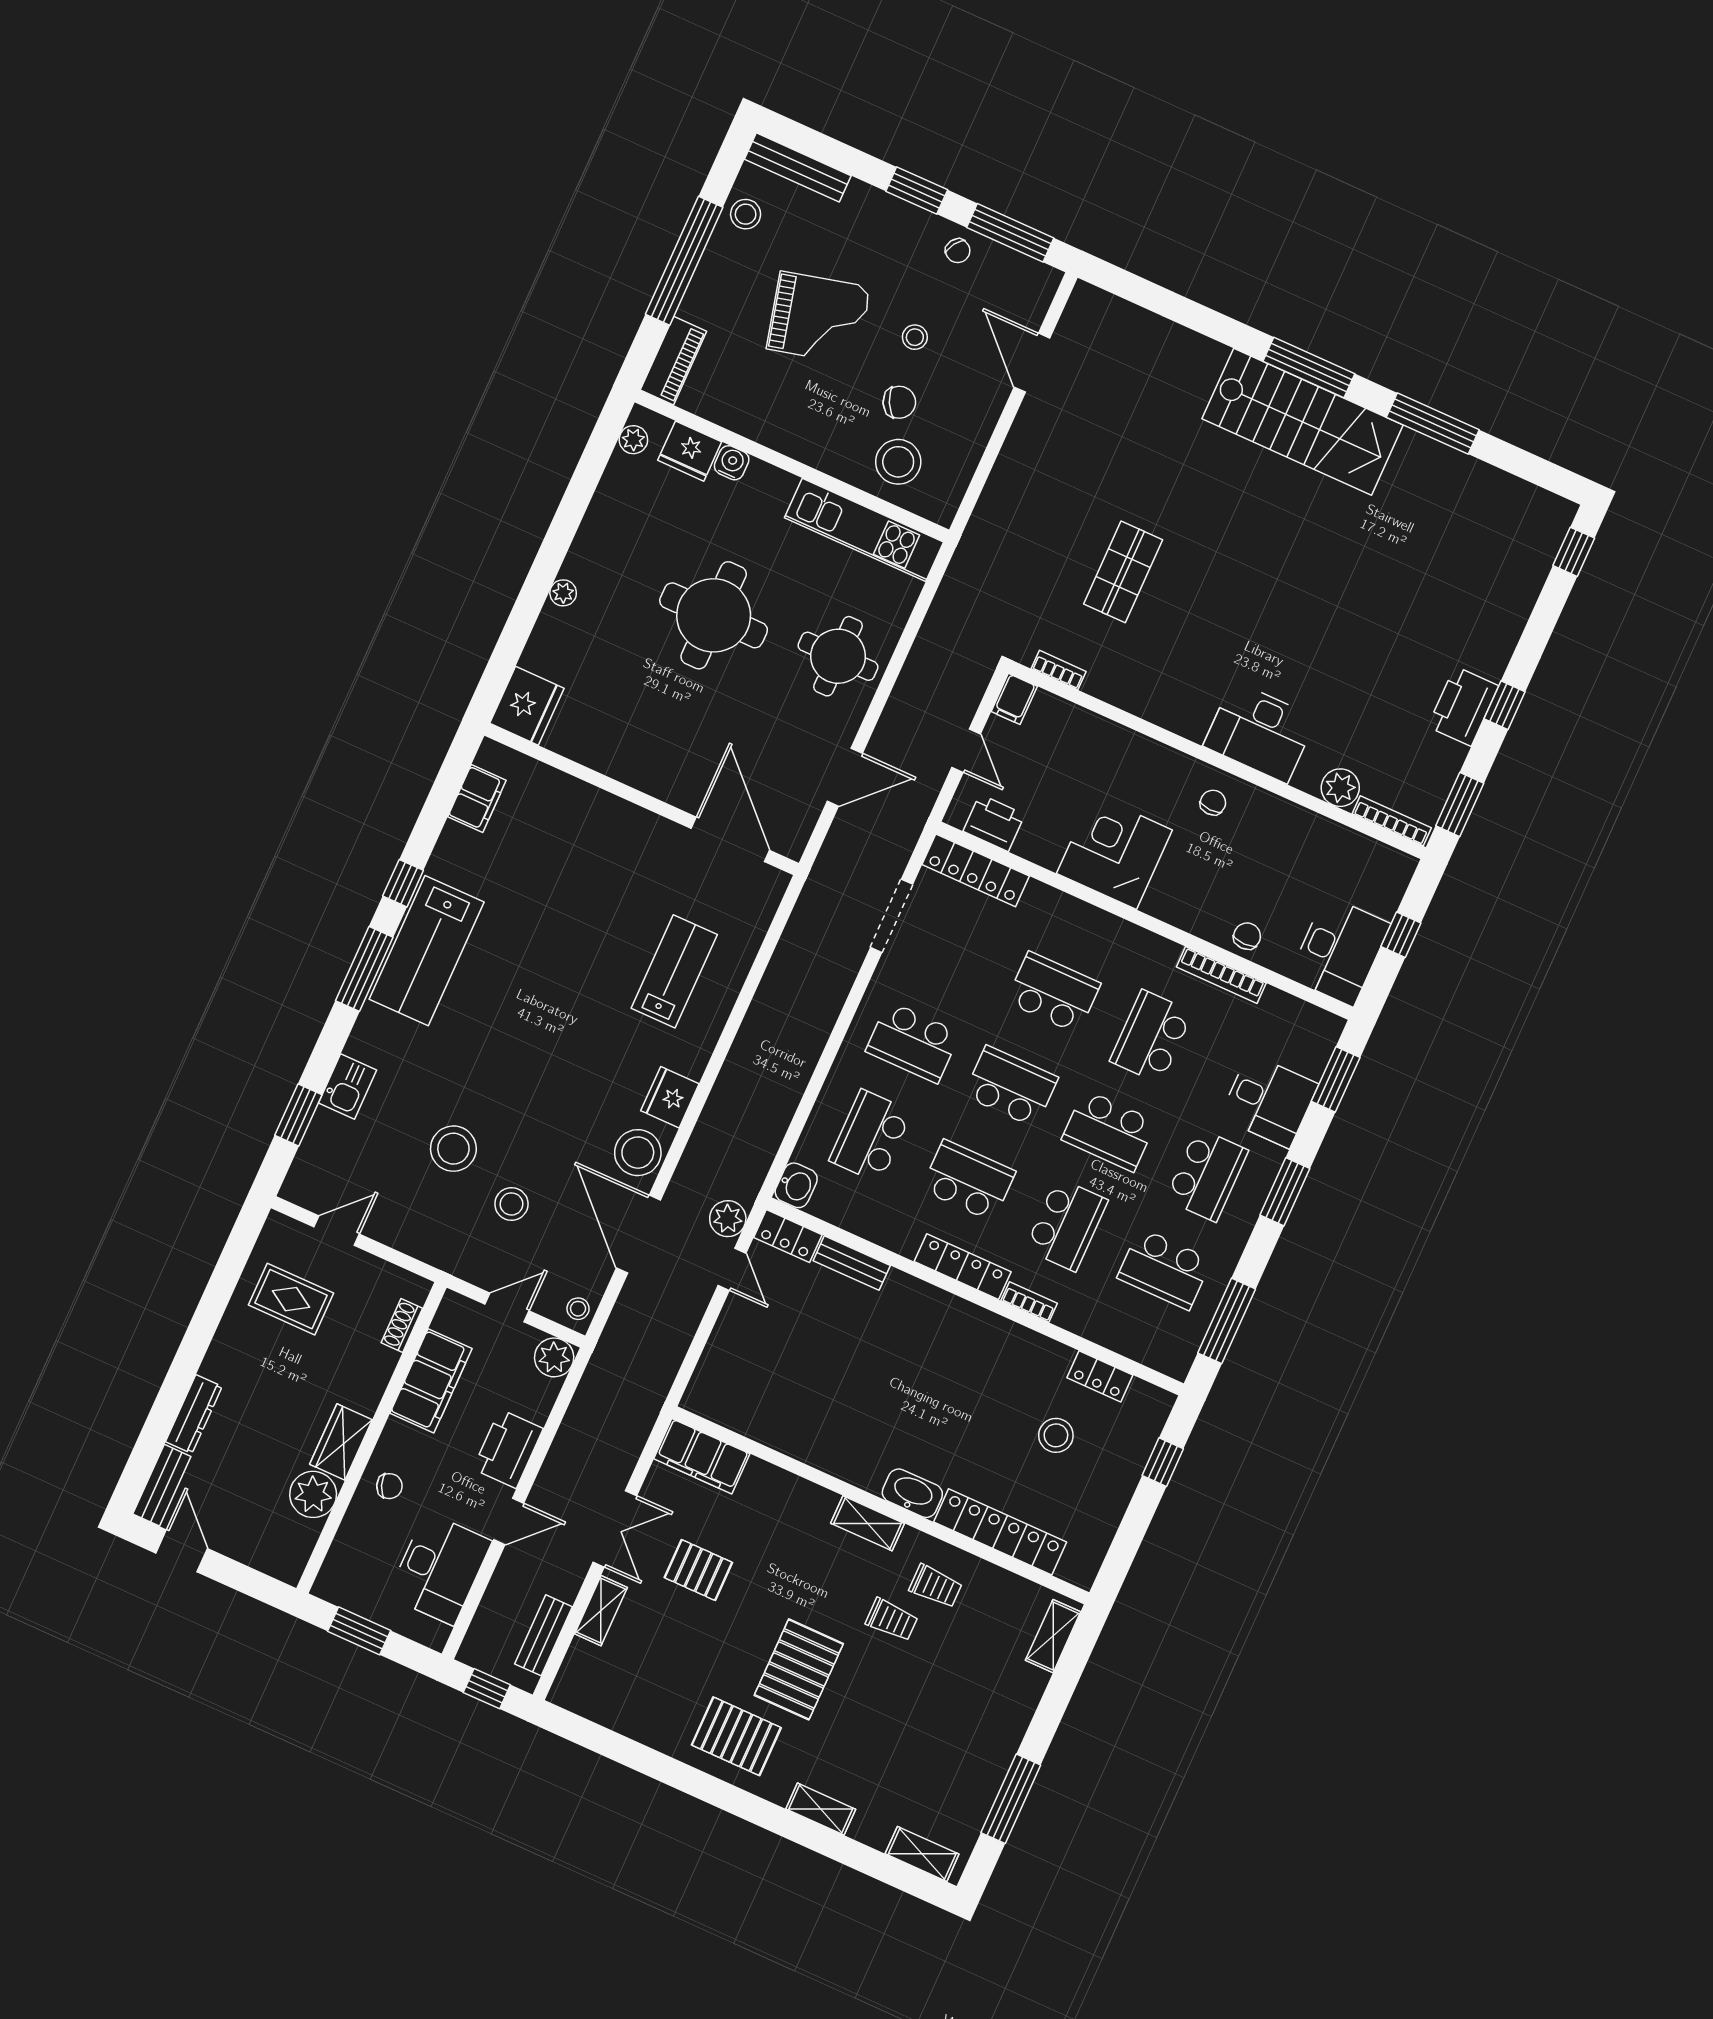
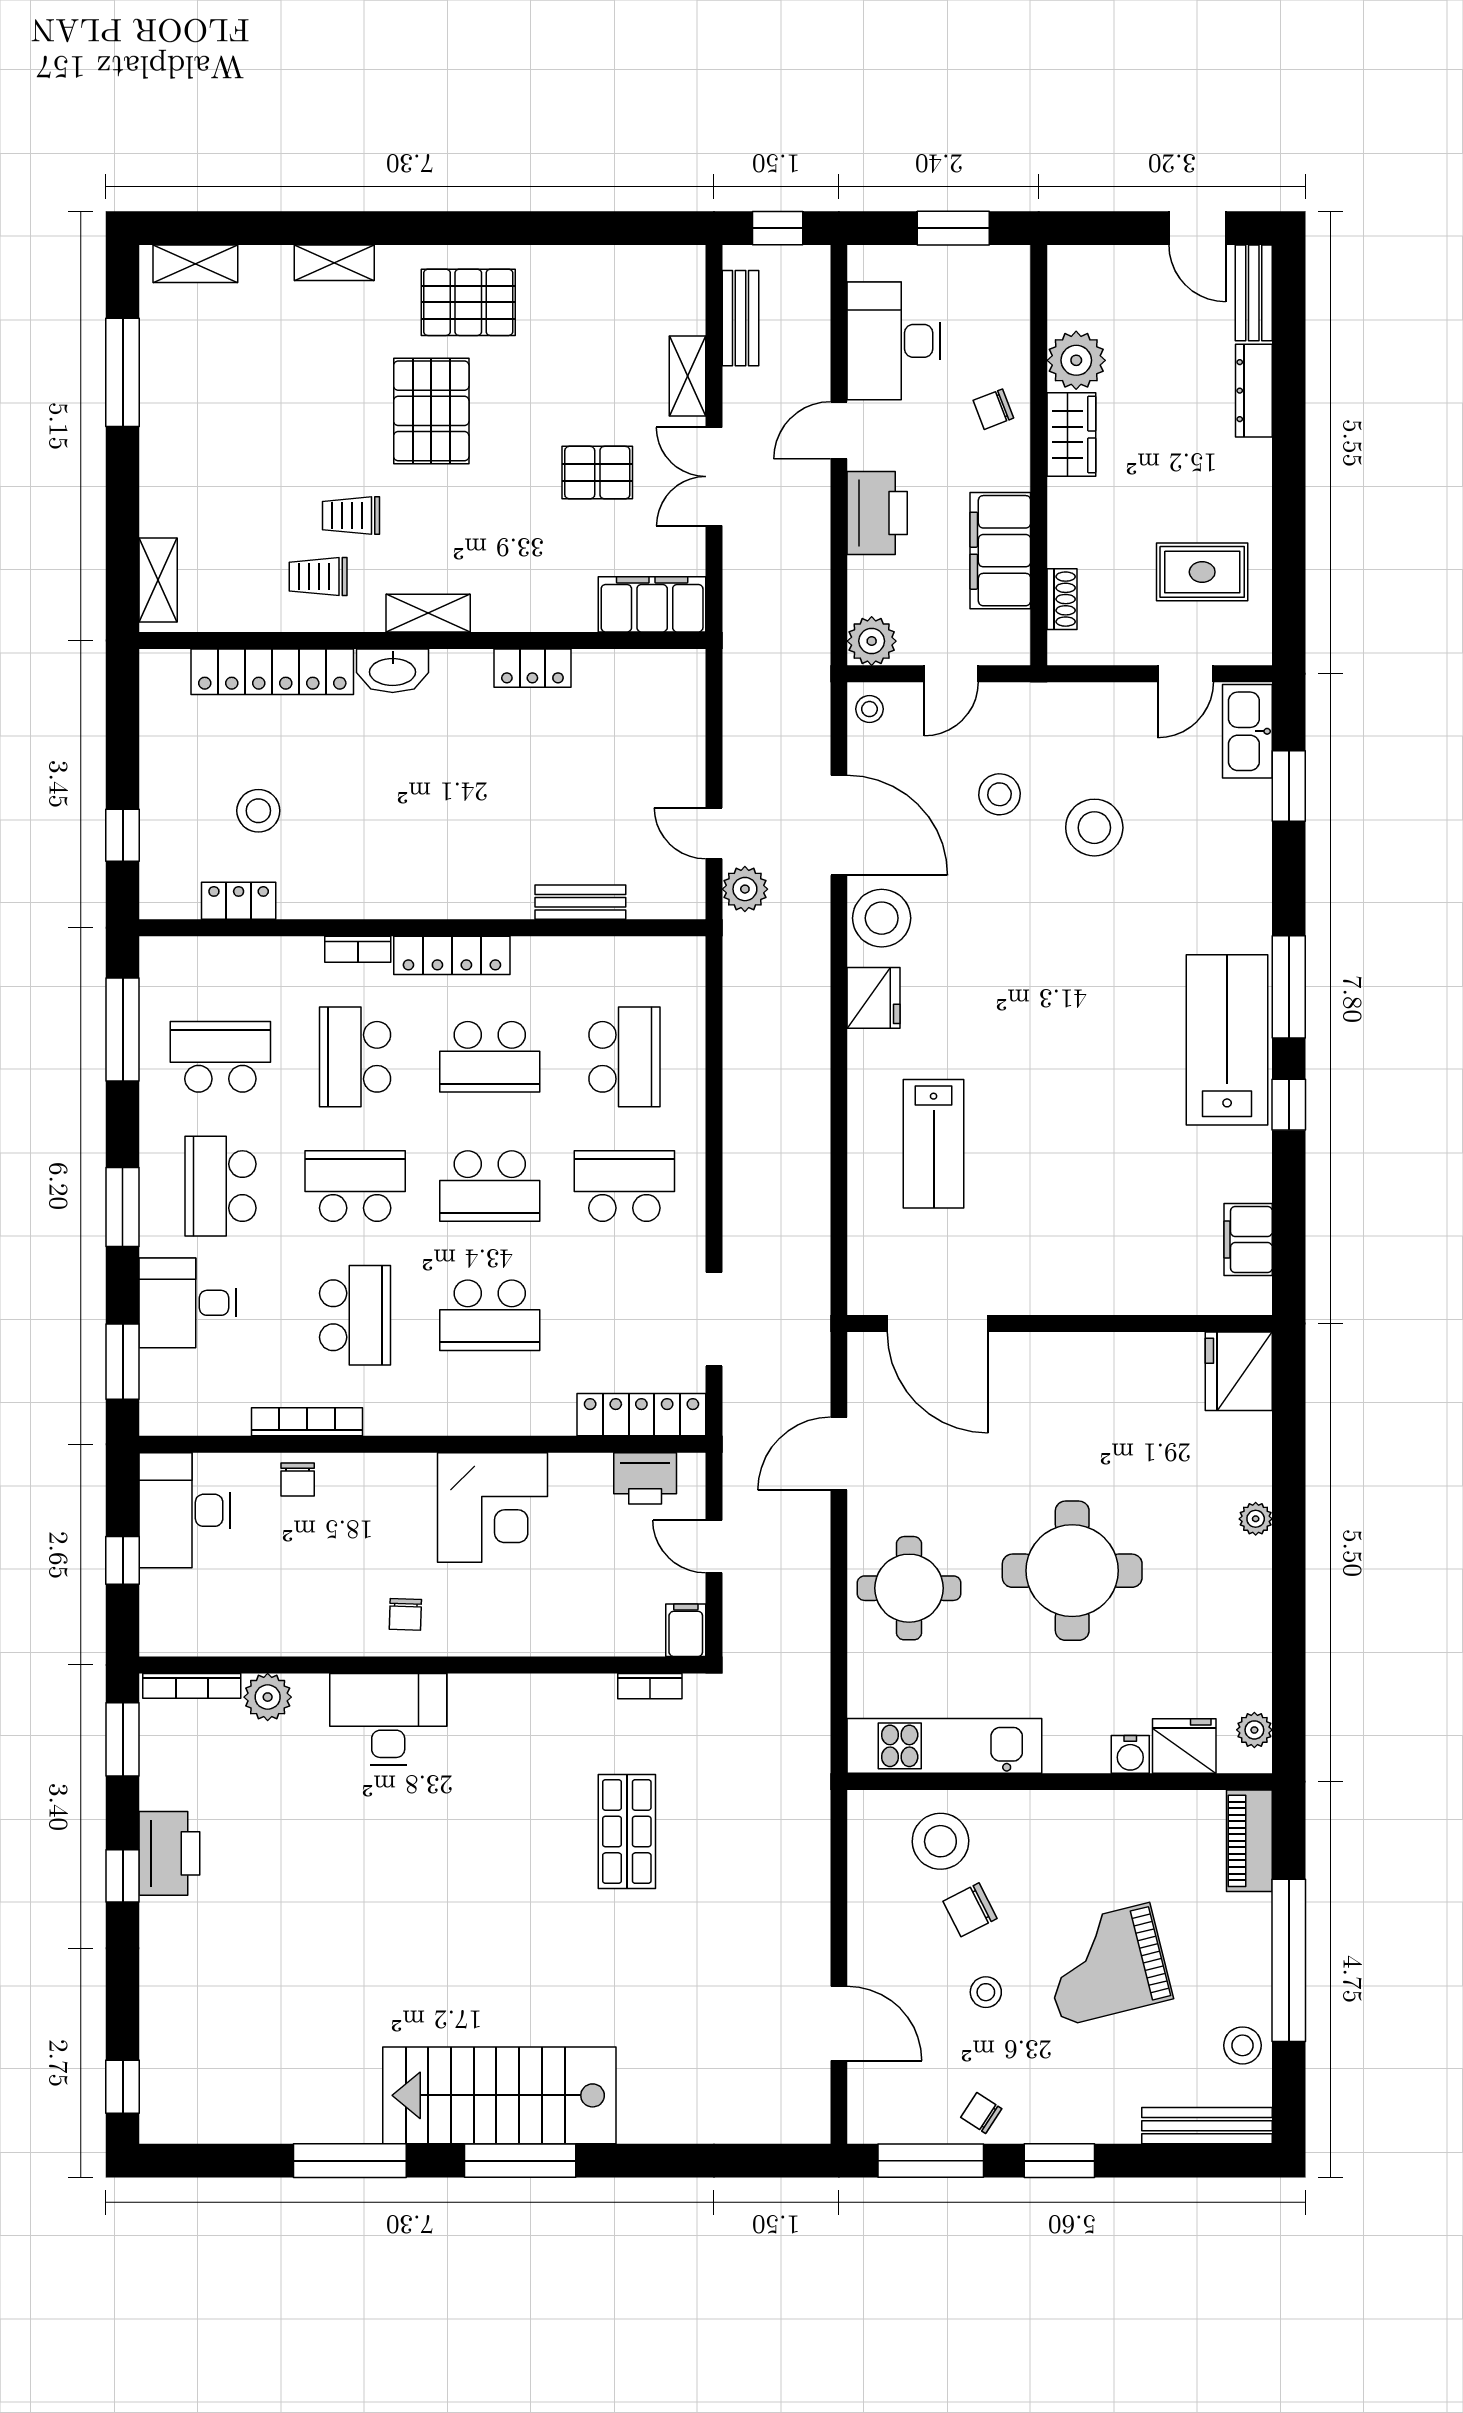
kitchen sink: (347, 1086) -> (1247, 731), moved, width x1.38
washbasin: (796, 1185) -> (684, 962), removed
locker: (788, 1236) -> (532, 668), moved, turned 180

